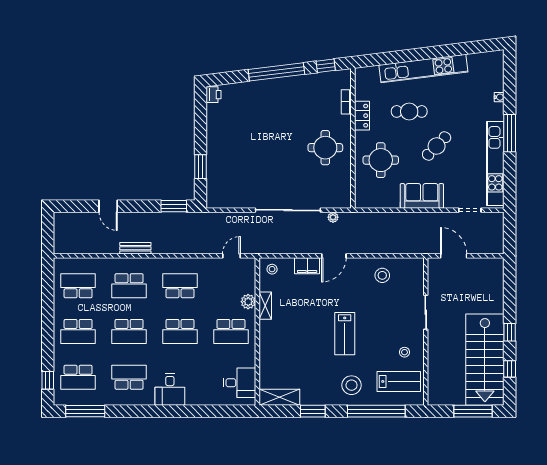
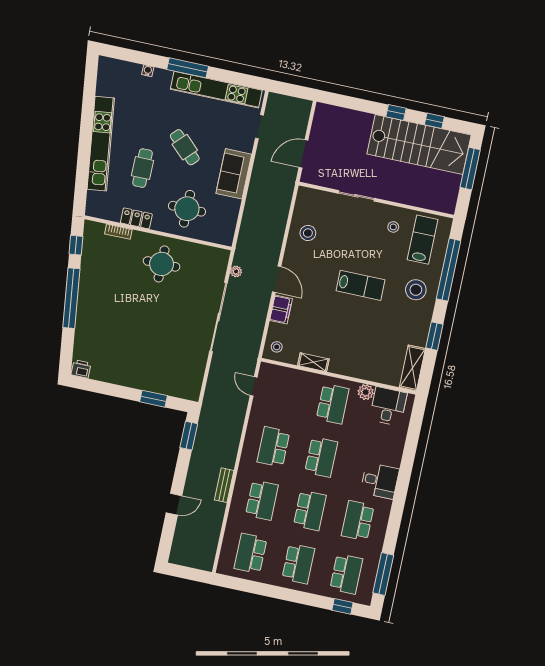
plant: (248, 302) -> (366, 392), moved

